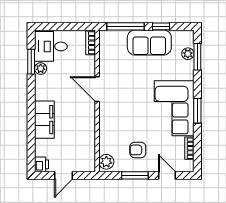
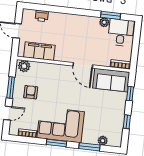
window: (125, 26) -> (130, 94), width x0.46
sofa: (149, 43) -> (111, 80), moved, turned -90
window: (197, 57) -> (89, 147), moved
door: (97, 89) -> (83, 65), swing flipped
filing cabinet: (44, 120) -> (39, 51), moved, turned 180
printer: (41, 164) -> (42, 16), moved

